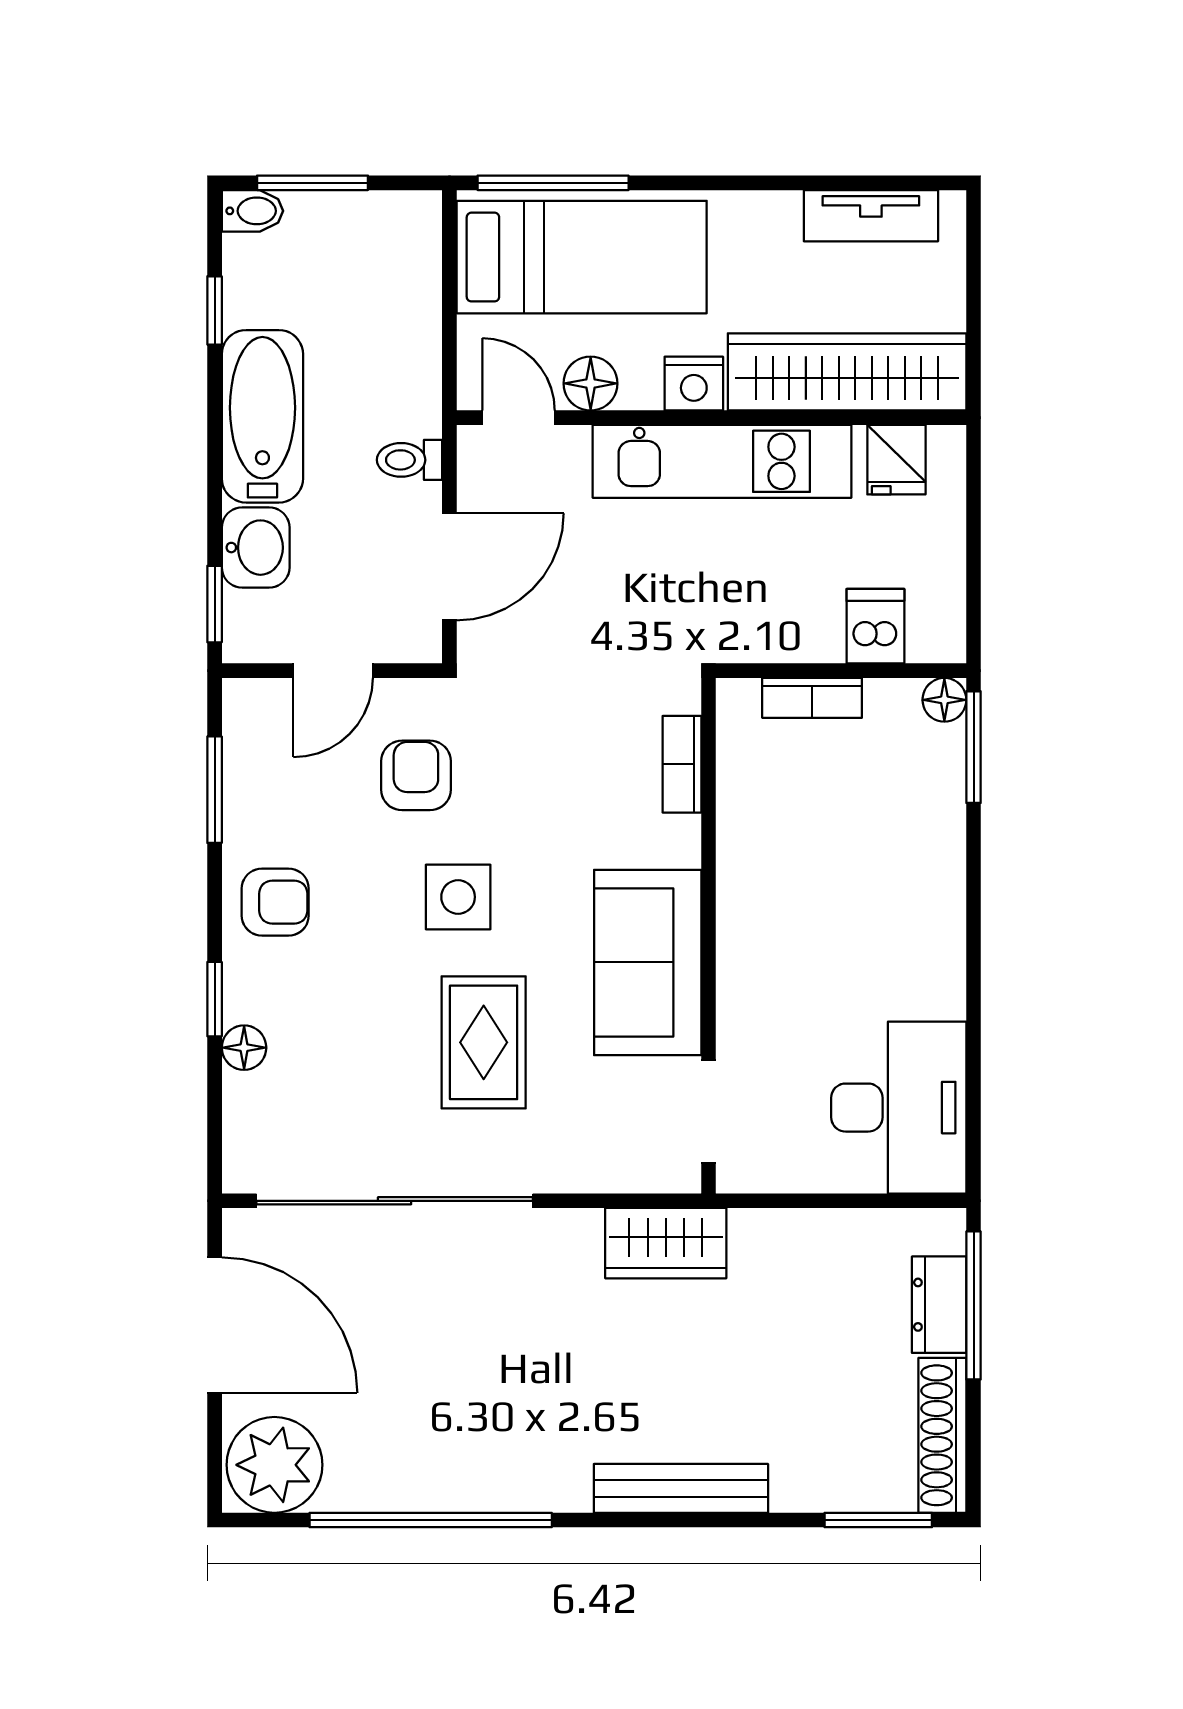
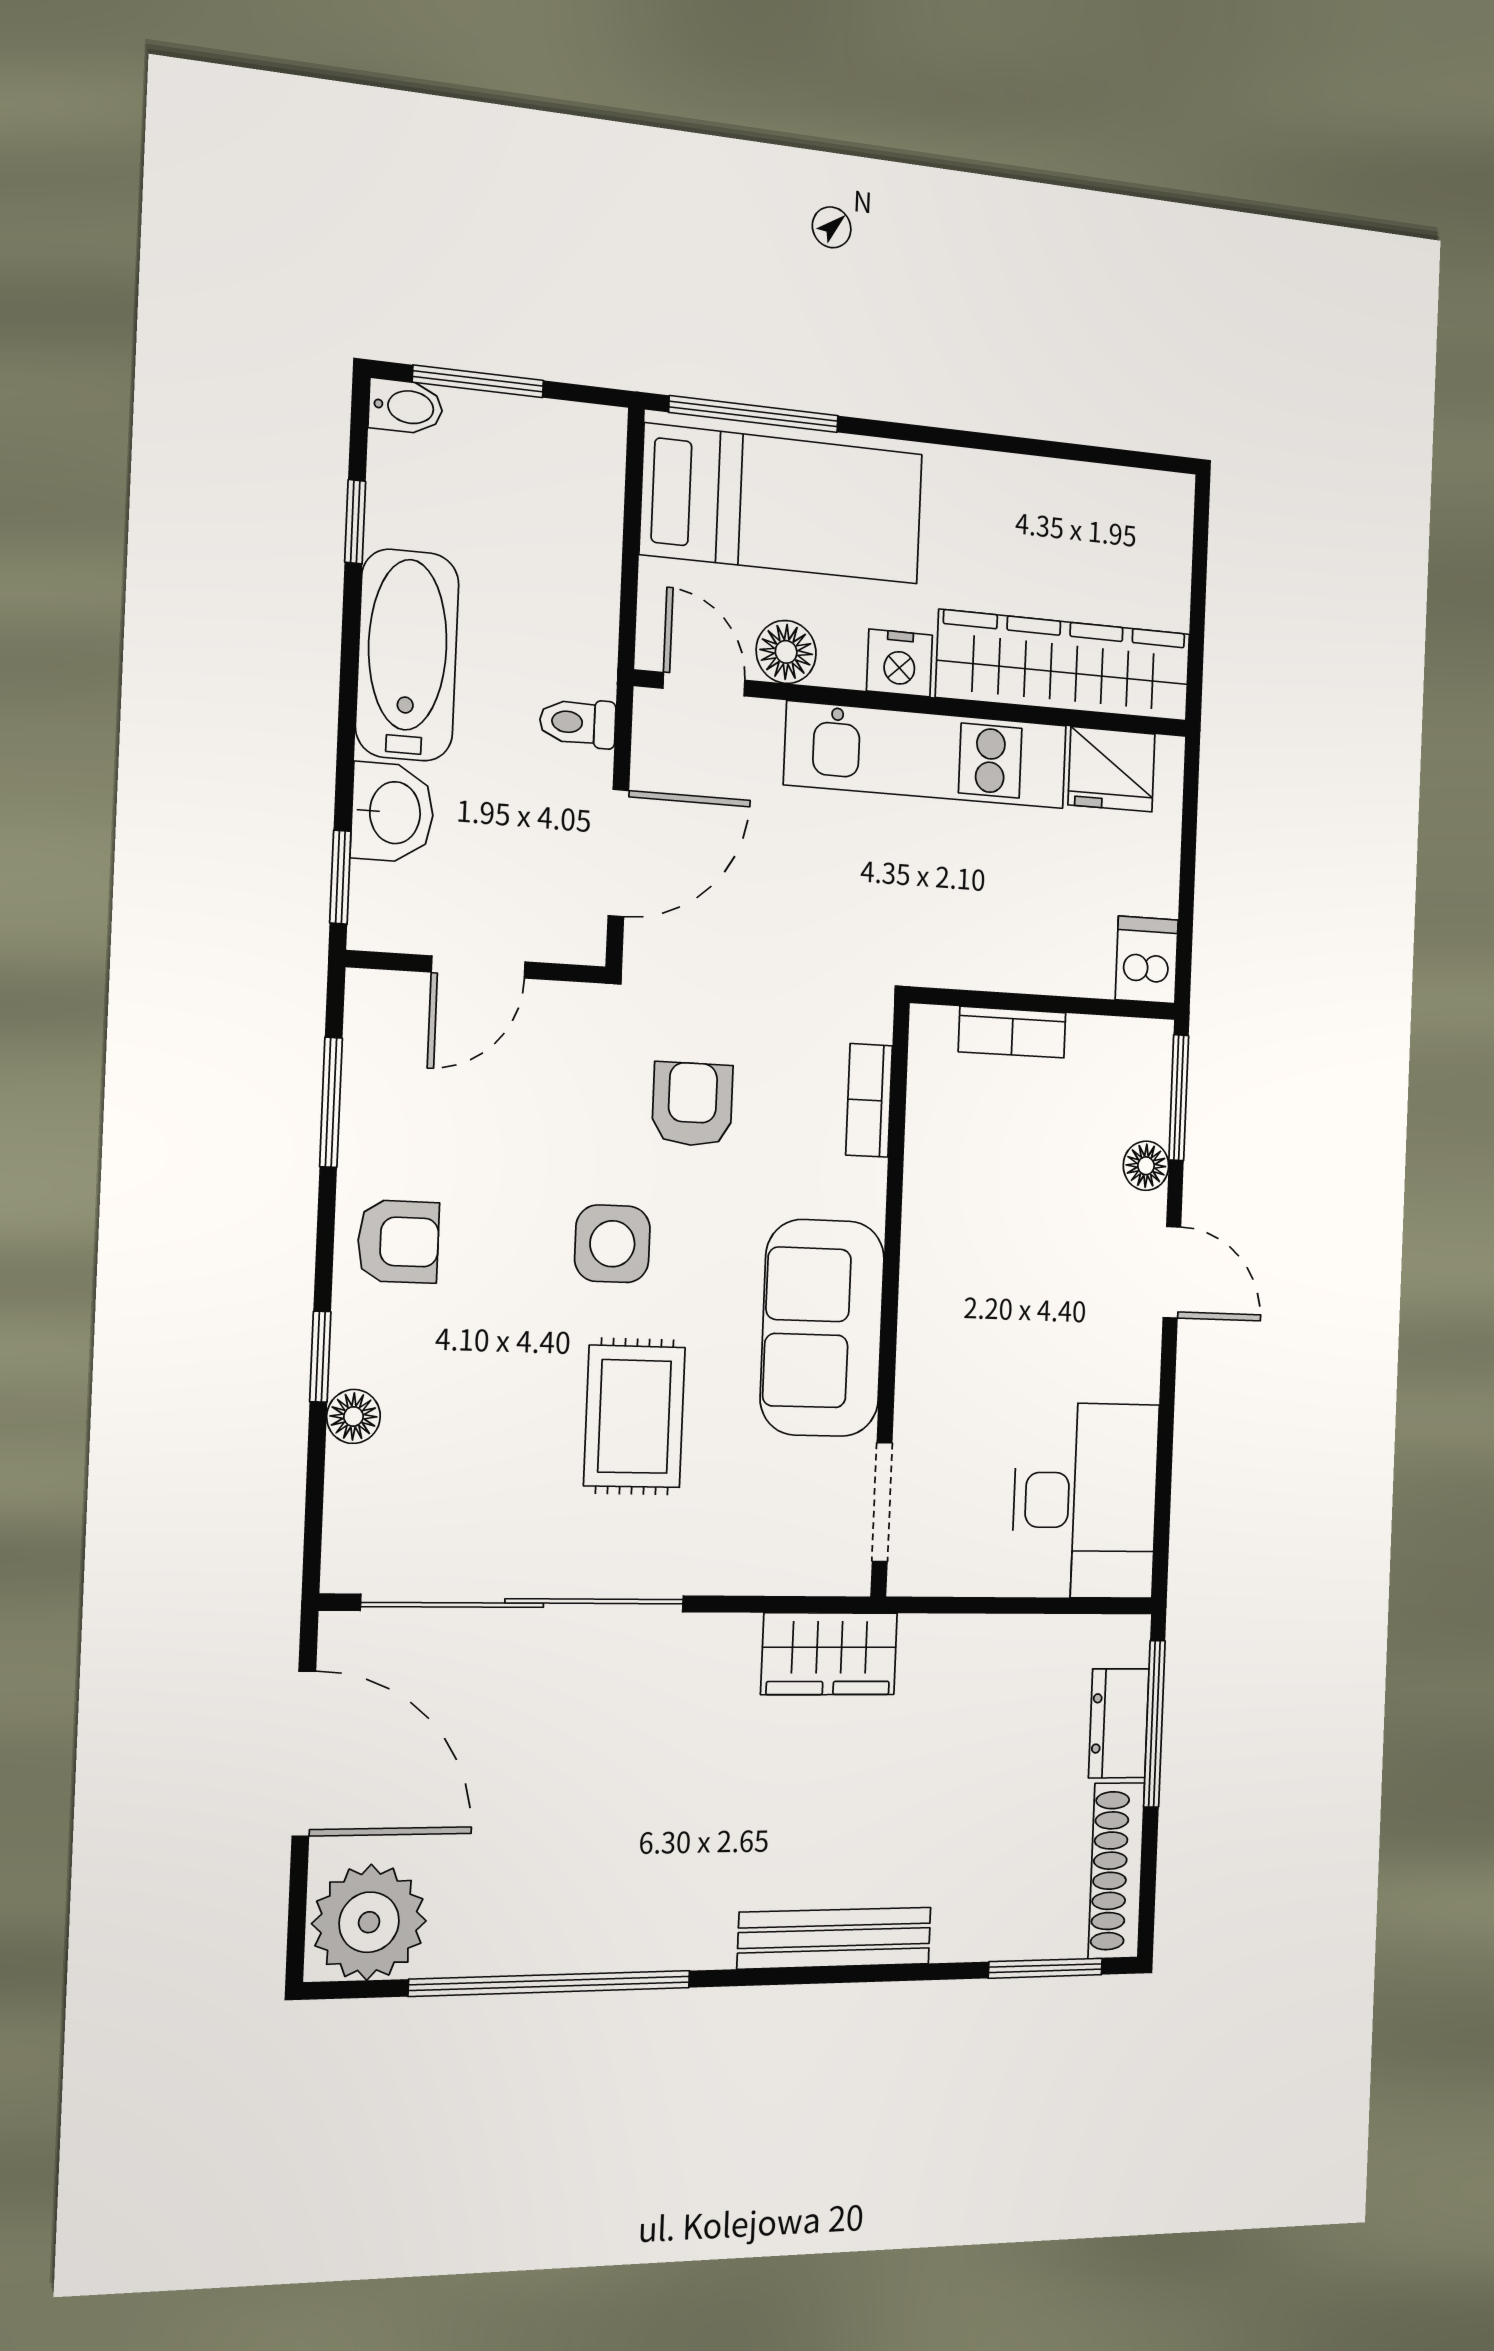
tv unit: (871, 216) -> (1096, 492), removed
fridge: (896, 460) -> (1112, 769), width x1.38
dishwasher: (875, 626) -> (1147, 960), moved
floor lamp: (944, 700) -> (1146, 1166), moved
armchair: (416, 775) -> (692, 1104), moved
door: (974, 903) -> (1172, 1272), added

